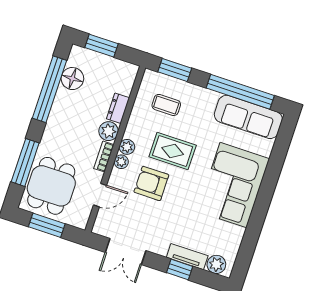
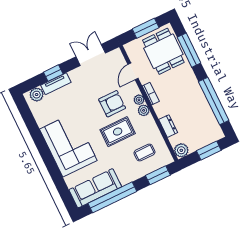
floor lamp: (72, 79) -> (207, 118), removed
plant: (108, 131) -> (181, 150), moved

